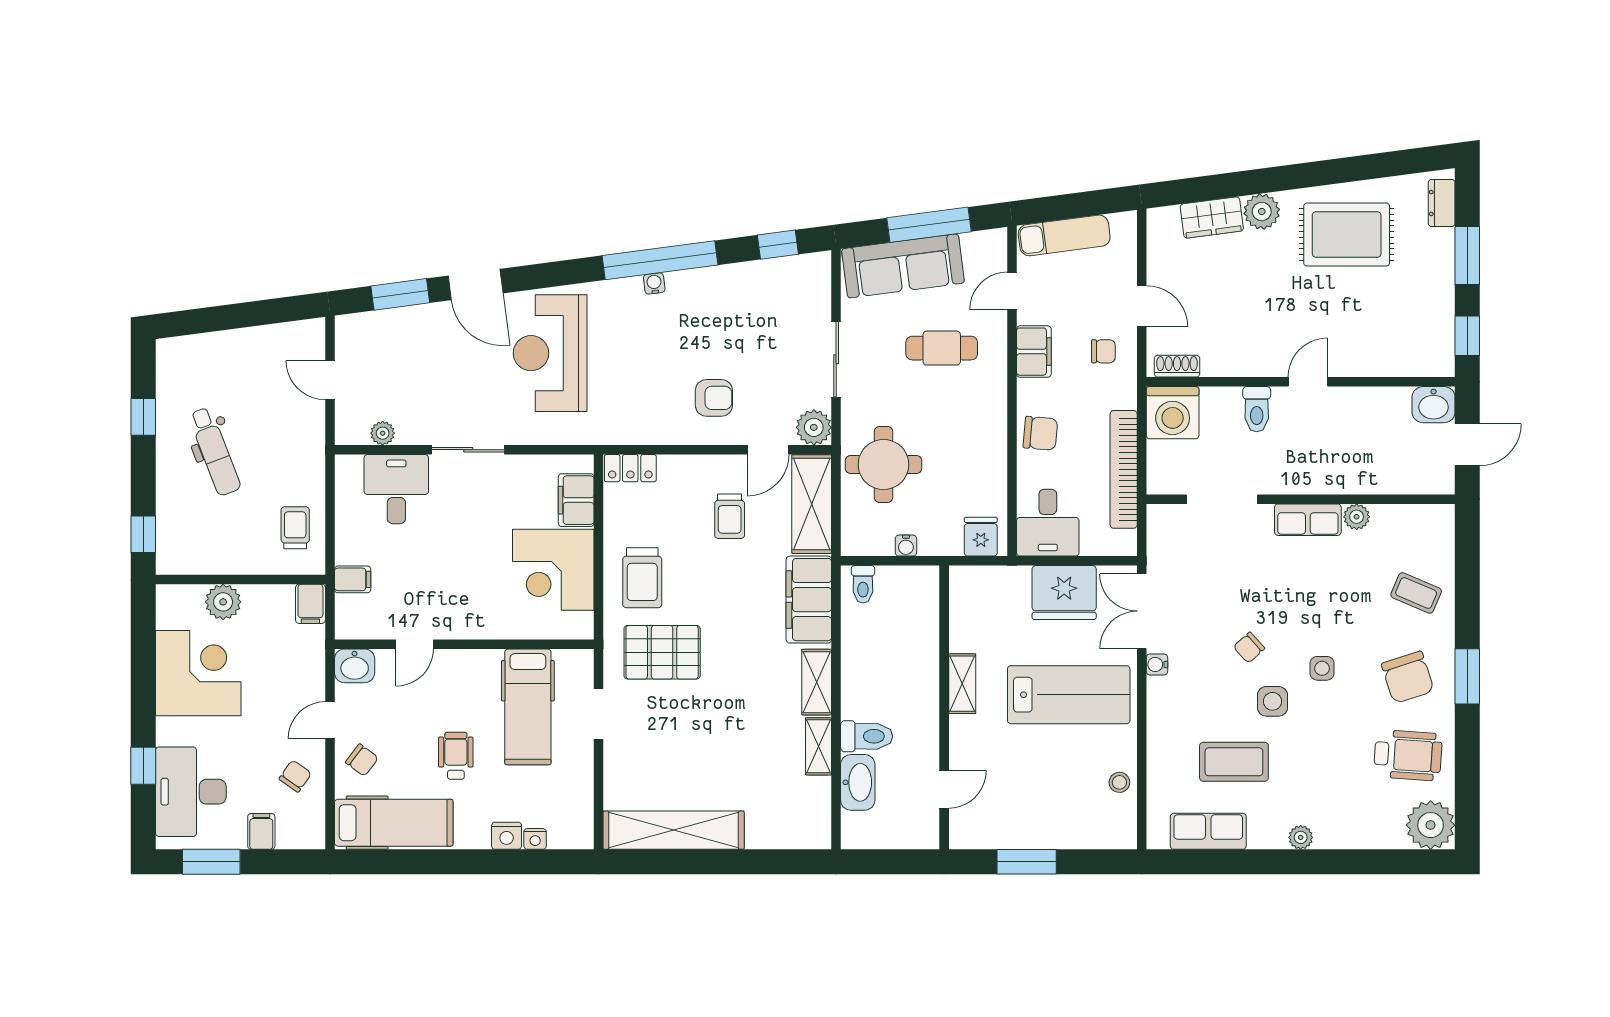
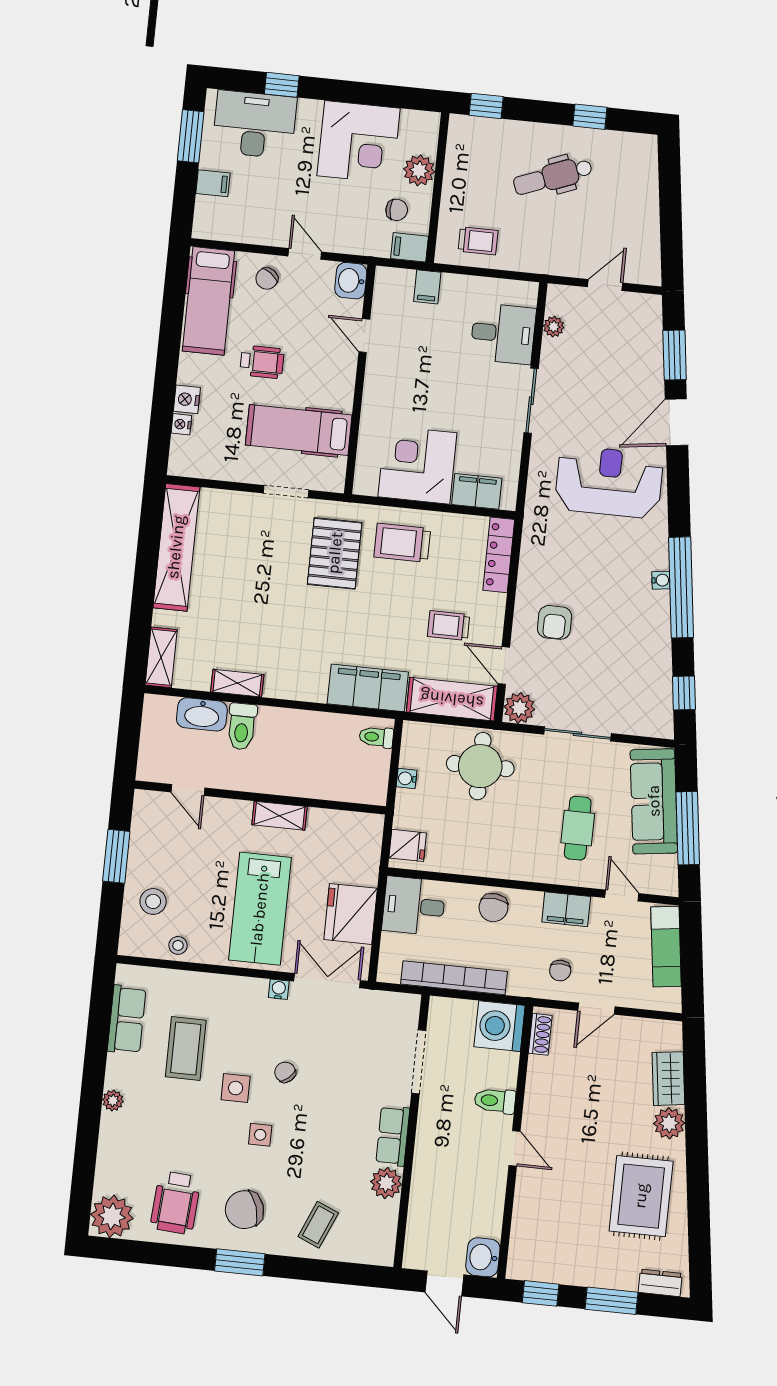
locker: (630, 468) -> (499, 555), width x1.53
plant: (1357, 517) -> (386, 1183), width x1.38, depth x1.38
shelving: (817, 682) -> (161, 657), moved, turned 90
chair: (295, 776) -> (397, 210), moved, turned -35
stool: (1073, 815) -> (153, 901), added

